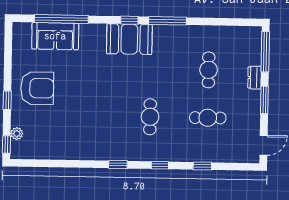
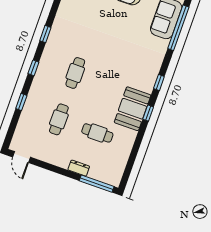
window: (168, 21) -> (148, 113), width x0.46
booth: (129, 39) -> (133, 109), moved
window: (264, 100) -> (58, 170), removed
cafe table: (150, 117) -> (75, 73), turned 90

